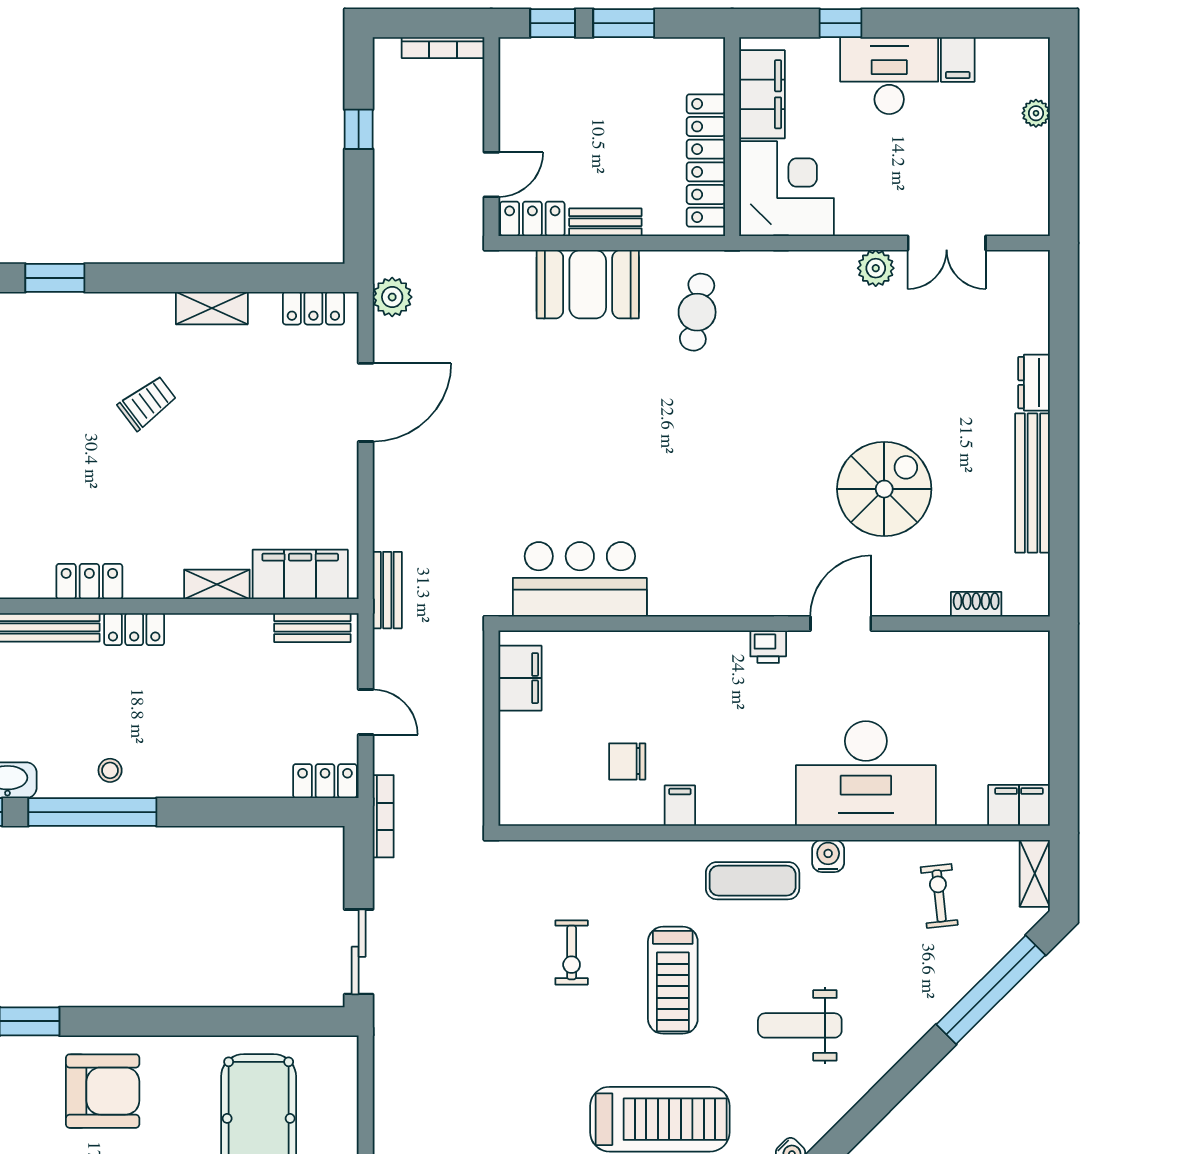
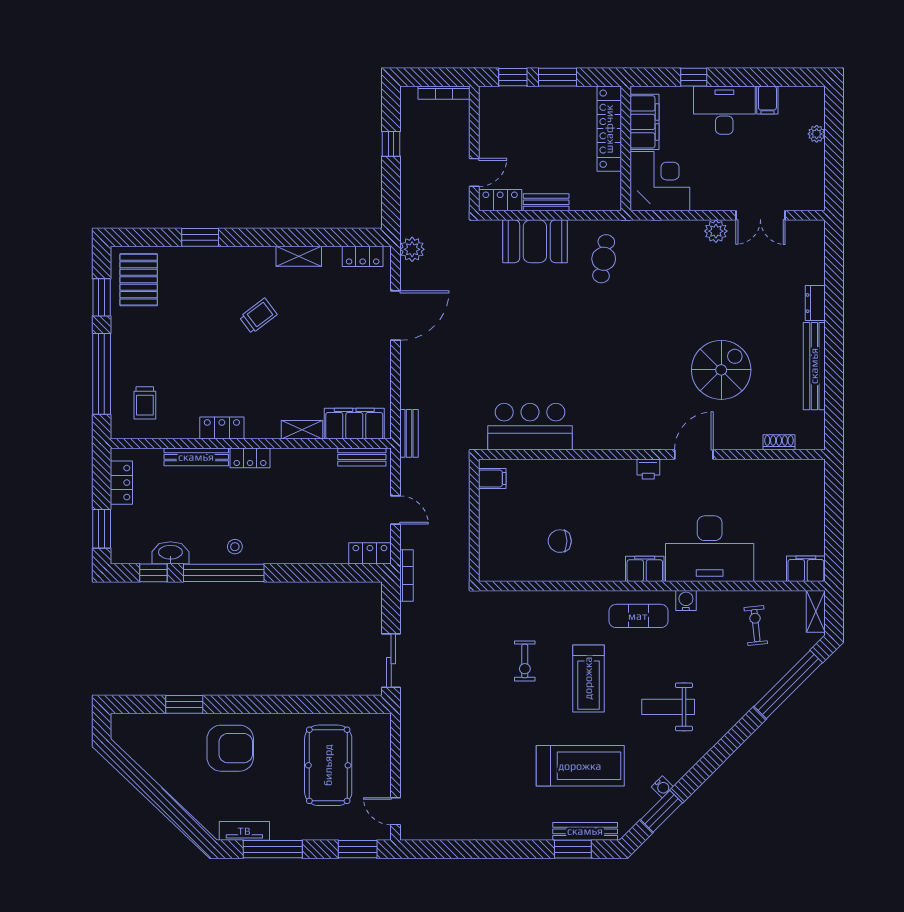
locker: (706, 160) -> (609, 129), moved
filing cabinet: (520, 678) -> (492, 479), width x0.50
filing cabinet: (680, 806) -> (645, 569), moved, width x2.00

